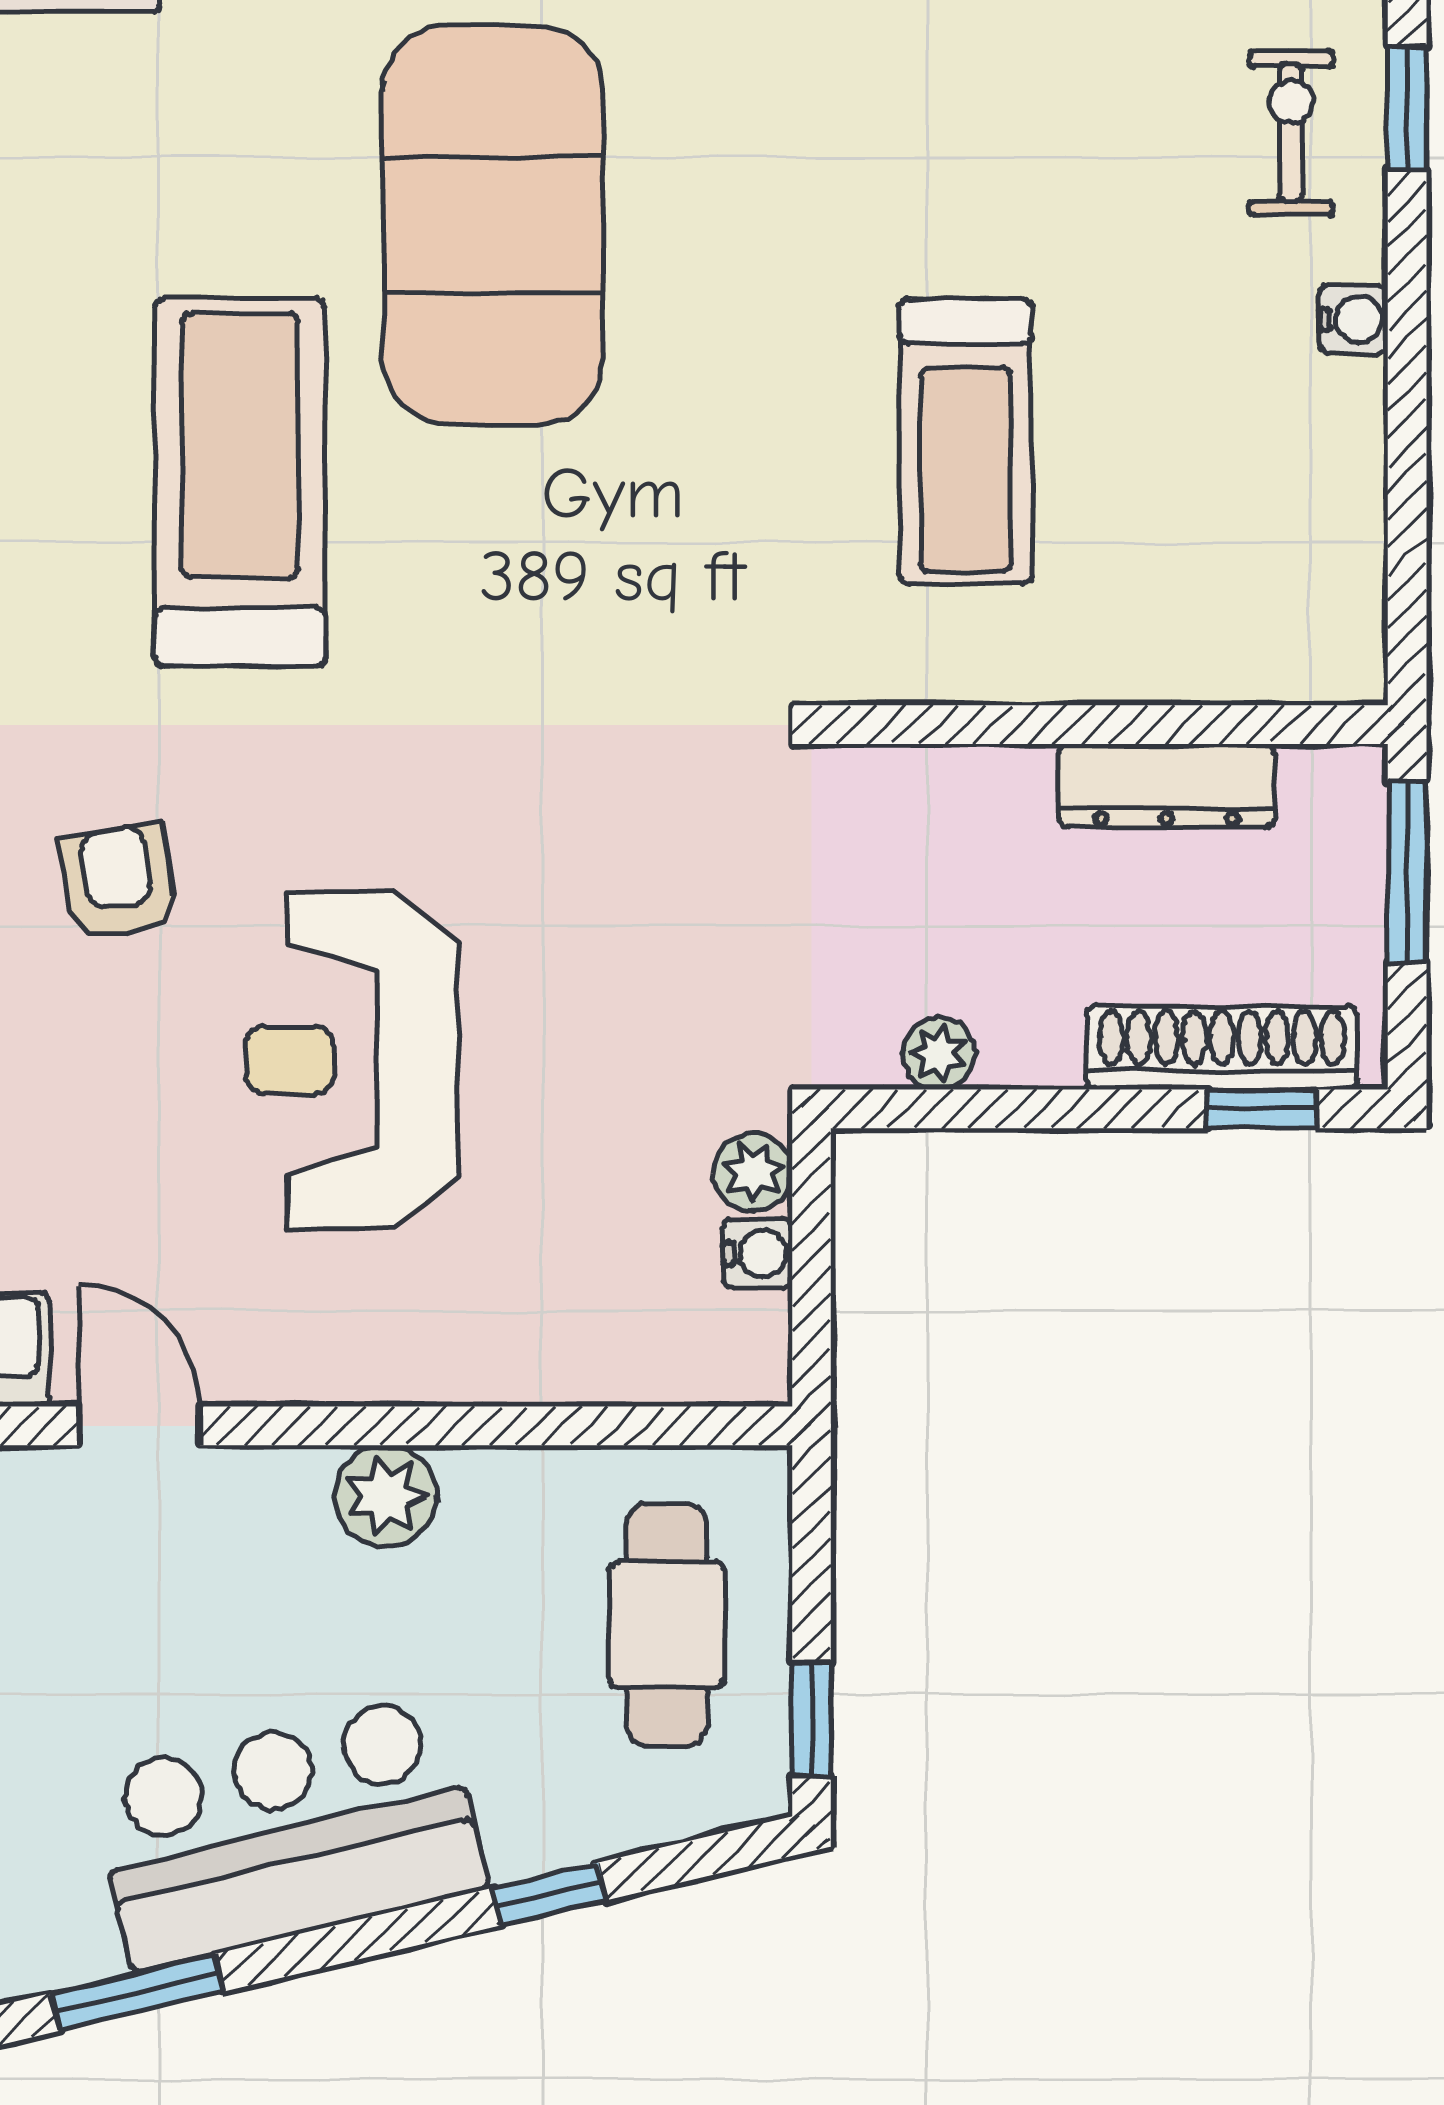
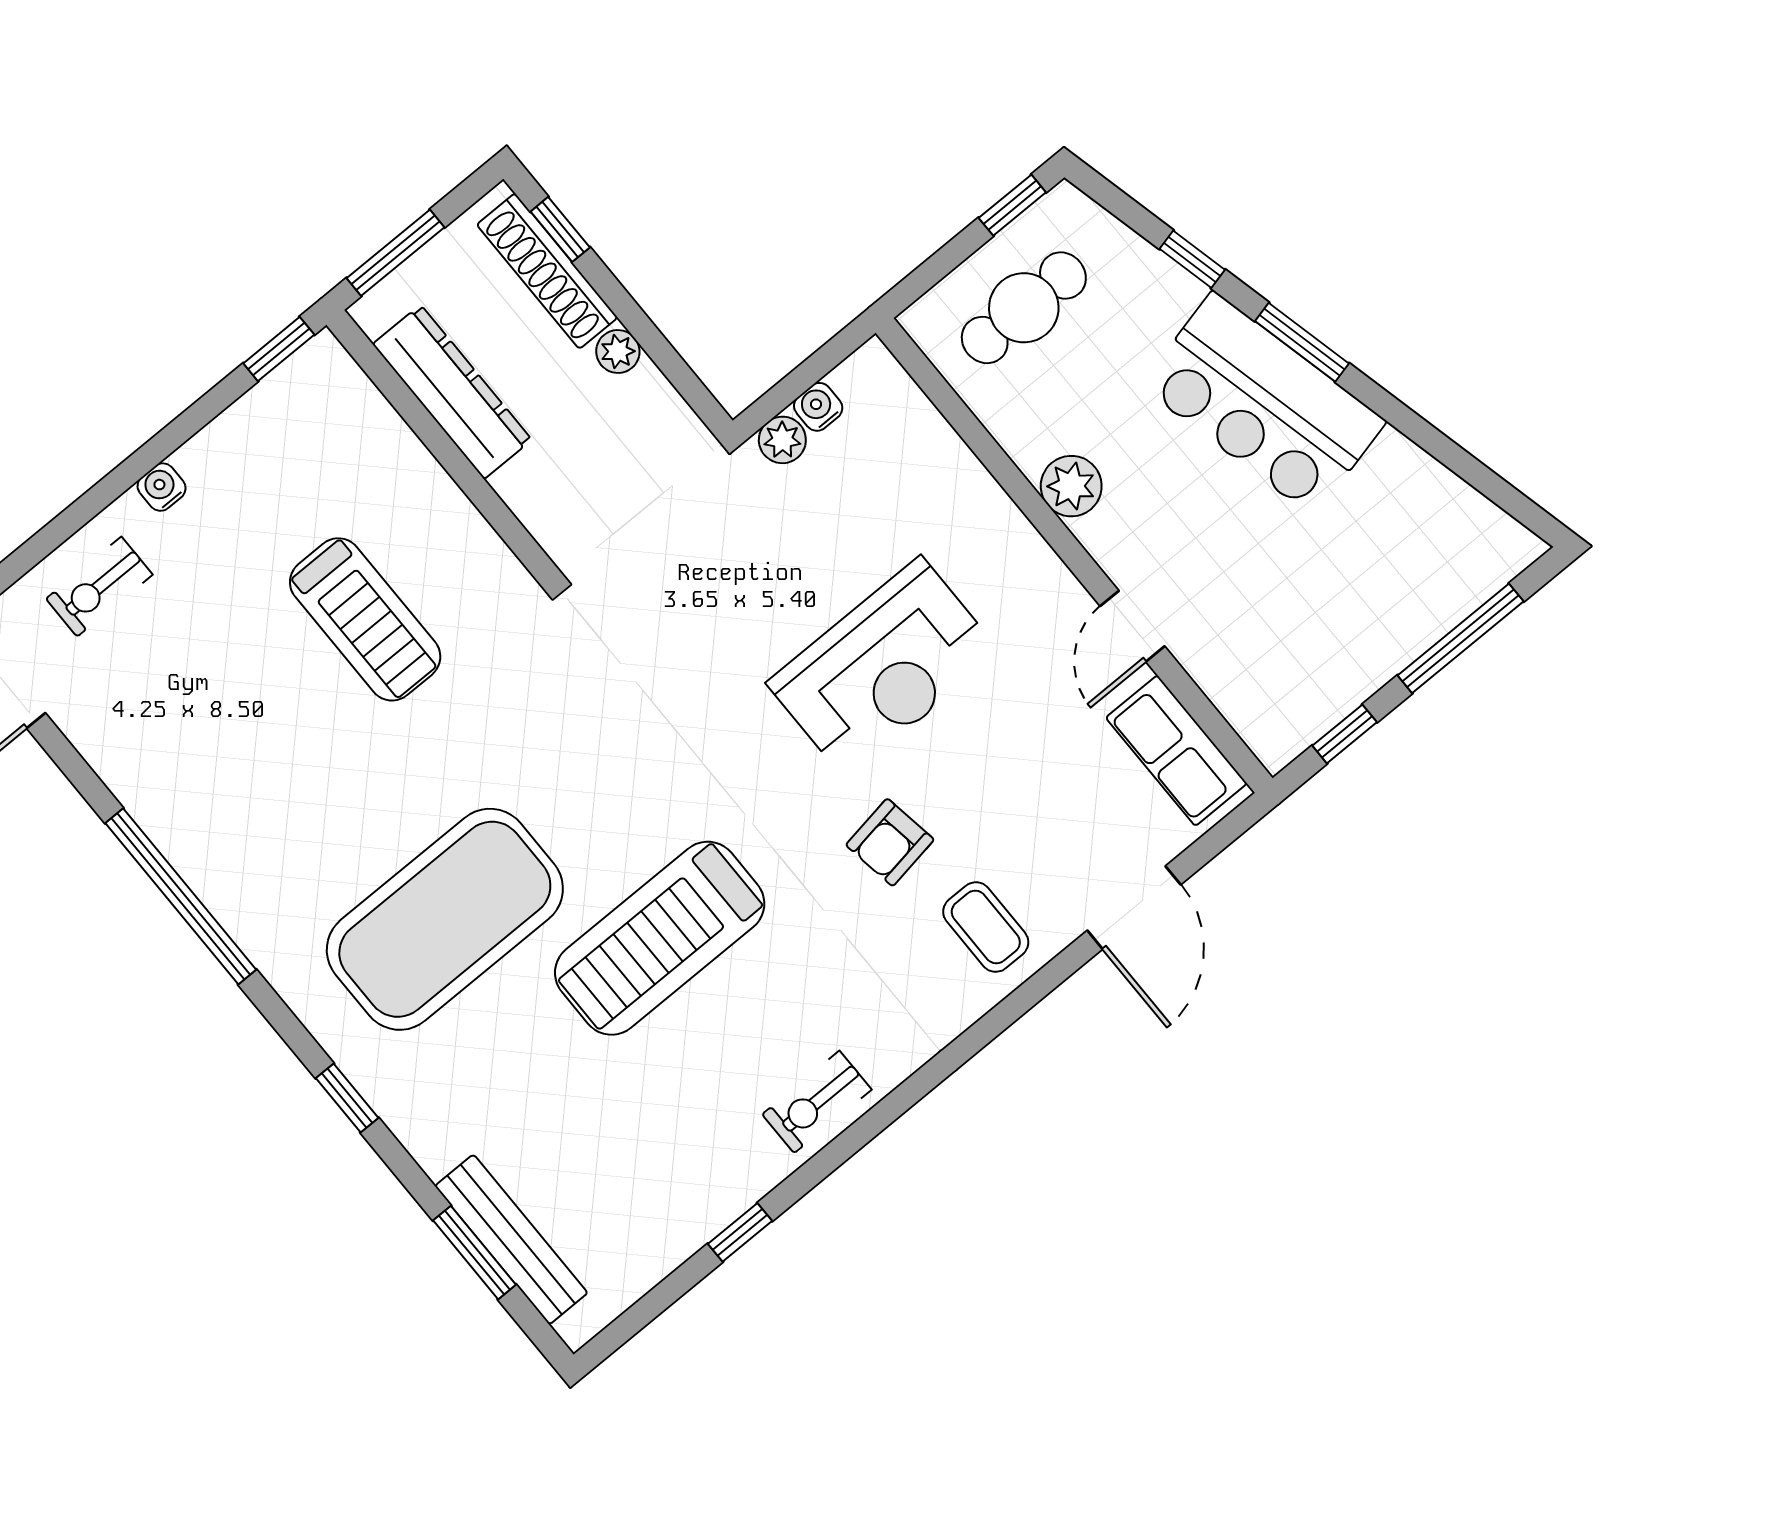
window: (1407, 108) -> (279, 349), moved
treadmill: (966, 441) -> (365, 619), turned 90
dresser: (1167, 786) -> (452, 392), width x1.37, depth x1.24
plant: (939, 1053) -> (618, 351), moved
window: (137, 1992) -> (1302, 342), moved

